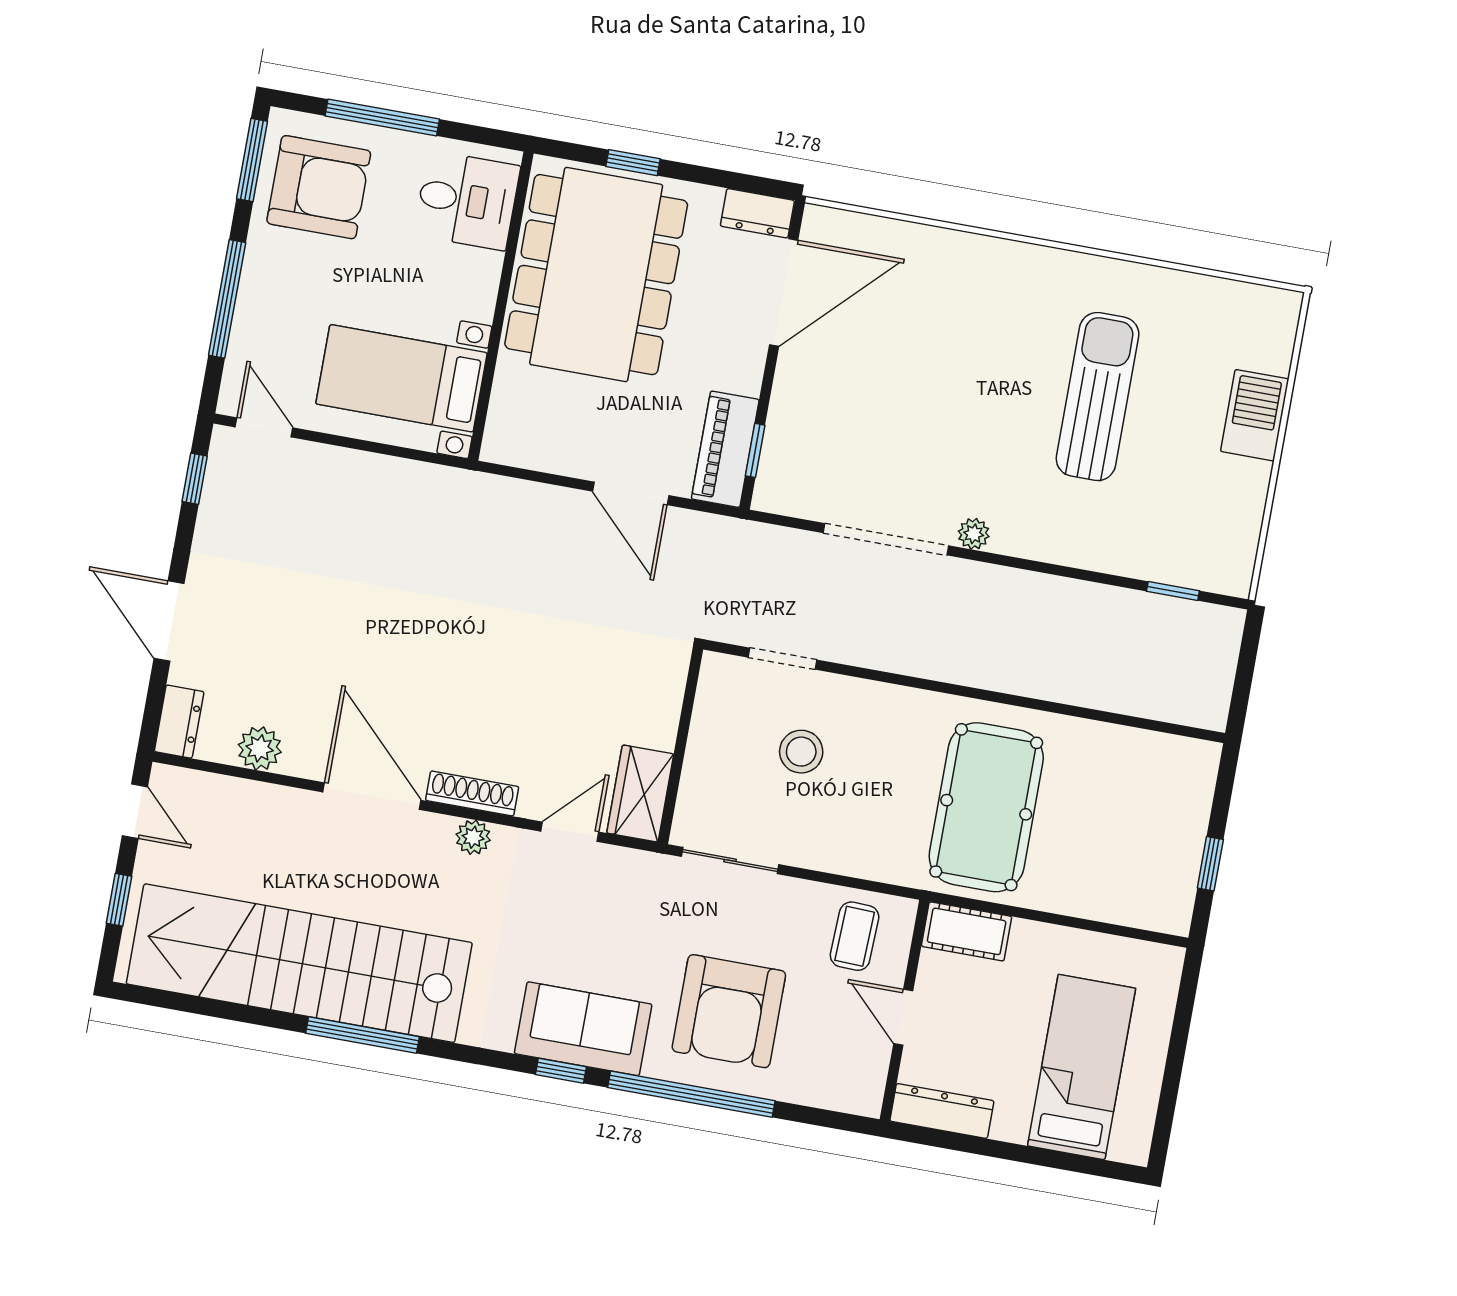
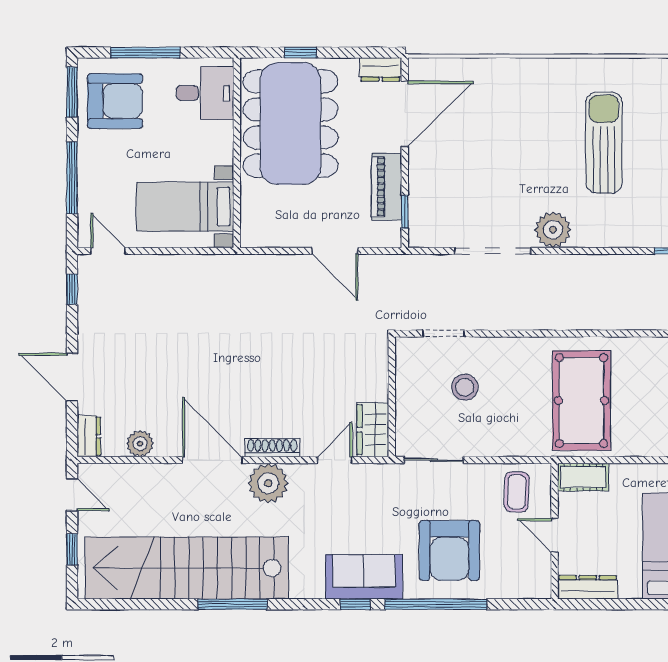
piano: (725, 449) -> (387, 187), moved
plant: (974, 534) -> (553, 230), width x1.88, depth x1.88
plant: (473, 837) -> (268, 483), width x1.87, depth x1.87

